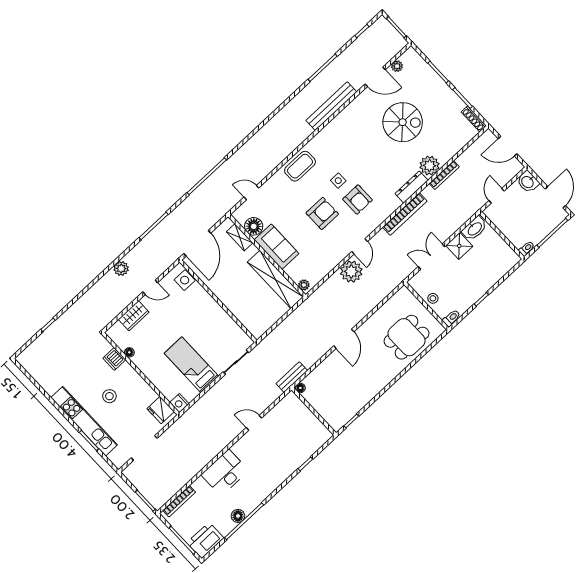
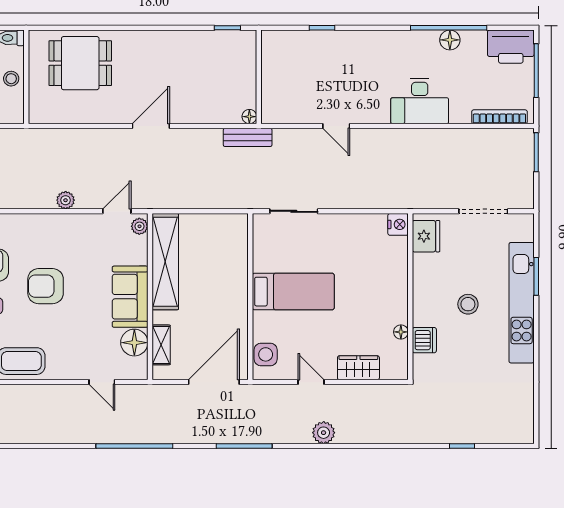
door: (360, 246) -> (117, 211), moved
plant: (351, 271) -> (66, 200), width x0.53, depth x0.53
bed: (191, 365) -> (293, 292), moved, turned -90

